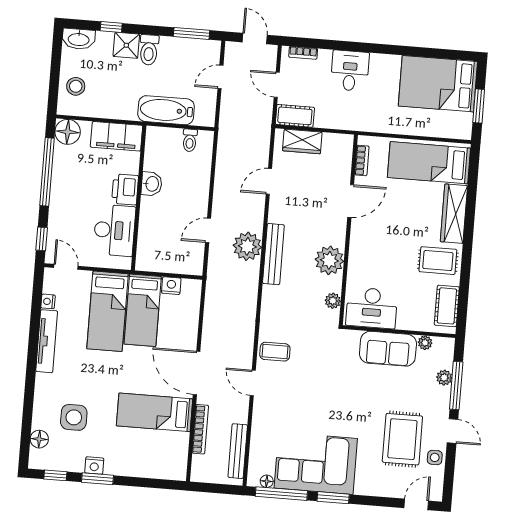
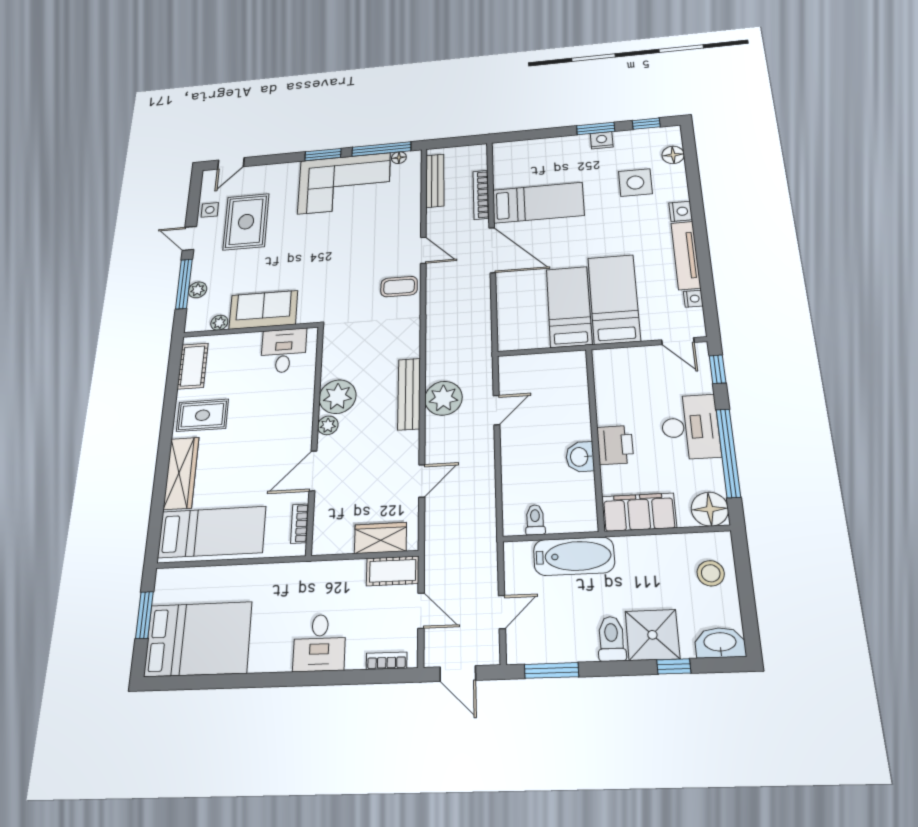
shower: (126, 45) -> (652, 635), width x1.36, depth x1.36
desk: (114, 230) -> (690, 427), moved, turned 180
nightstand: (171, 286) -> (681, 211), moved, turned -90
plant: (333, 301) -> (328, 425), moved
desk: (372, 308) -> (284, 351), width x0.73

